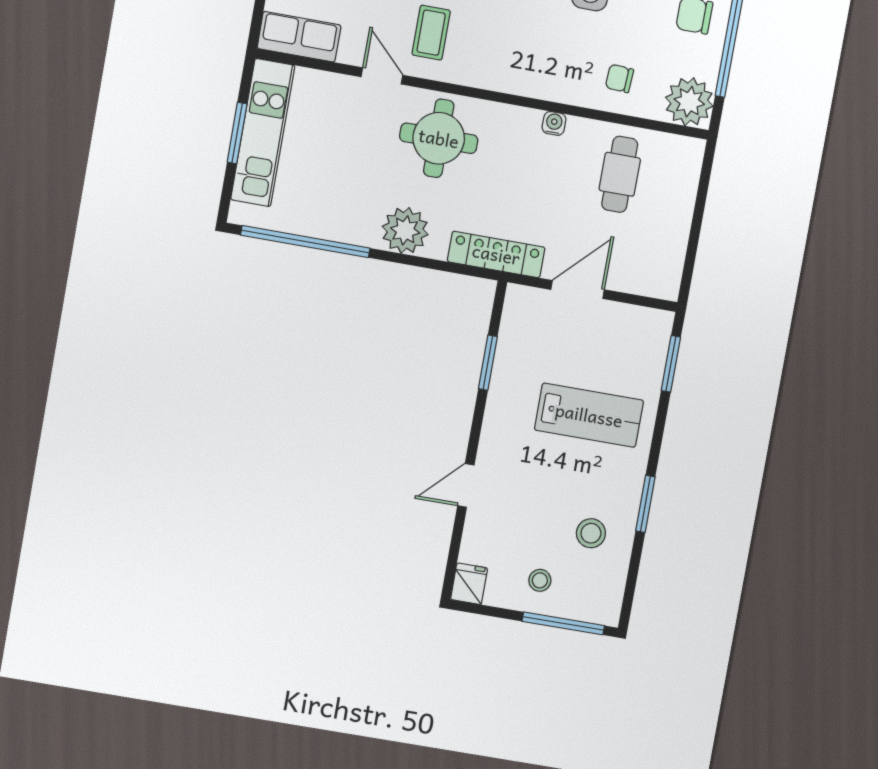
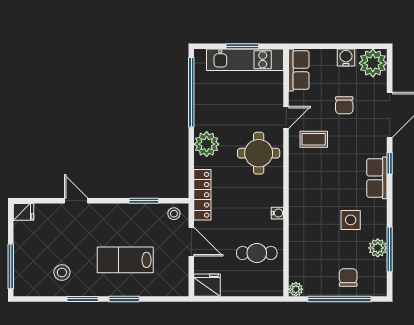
chair: (619, 78) -> (308, 244), removed
plant: (689, 102) -> (296, 289), width x0.53, depth x0.53
fridge: (661, 275) -> (207, 285), added
window: (671, 364) -> (124, 299), moved
lab bench: (589, 415) -> (125, 260), turned 90
stool: (540, 580) -> (174, 214), moved

